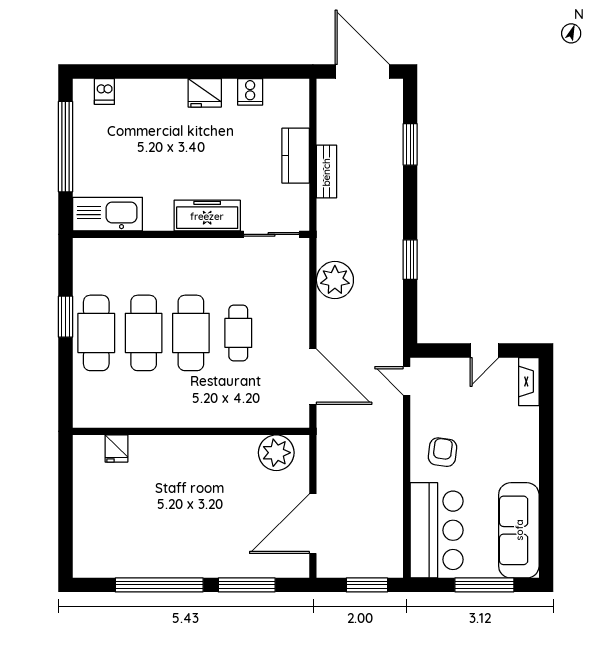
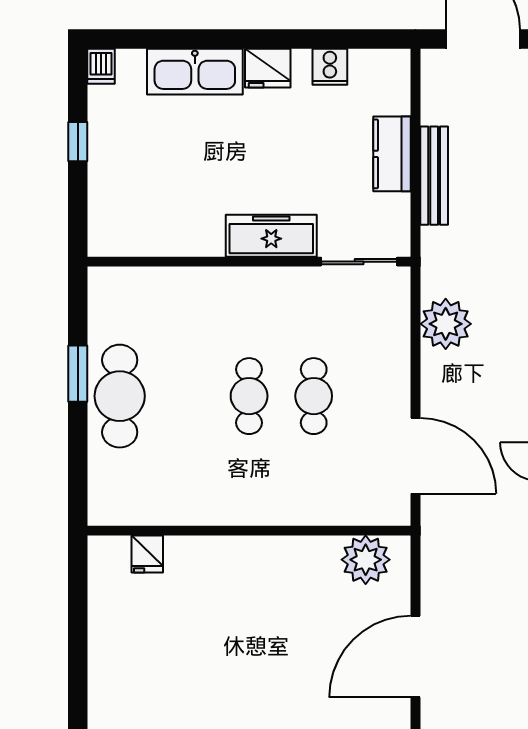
dishwasher: (104, 91) -> (101, 66), moved
window: (65, 147) -> (78, 142), width x0.32
bench: (326, 172) -> (434, 176), width x1.36
kitchen sink: (108, 214) -> (195, 72), moved, turned 180
cafe table: (144, 333) -> (184, 396), removed
cafe table: (191, 333) -> (249, 396), width x0.73, depth x0.74

